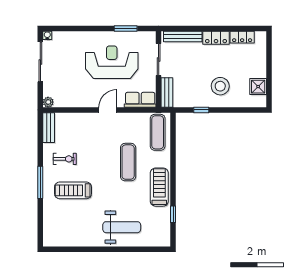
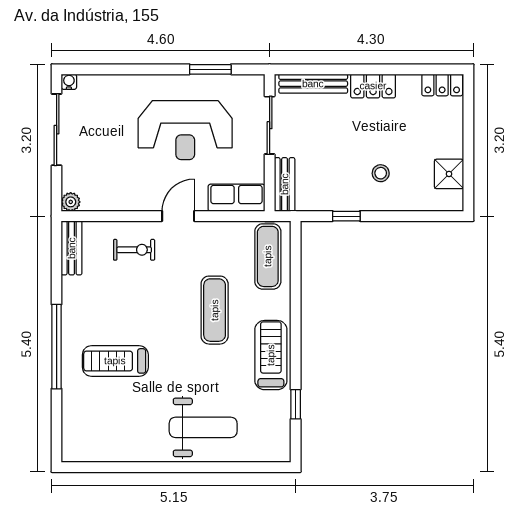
locker: (242, 37) -> (442, 85), moved
reception desk: (112, 62) -> (185, 130), turned 180
stool: (220, 86) -> (381, 173), width x0.53, depth x0.53
exercise bike: (65, 159) -> (134, 250), moved
window: (40, 182) -> (57, 347), width x1.46

